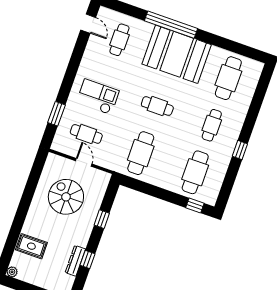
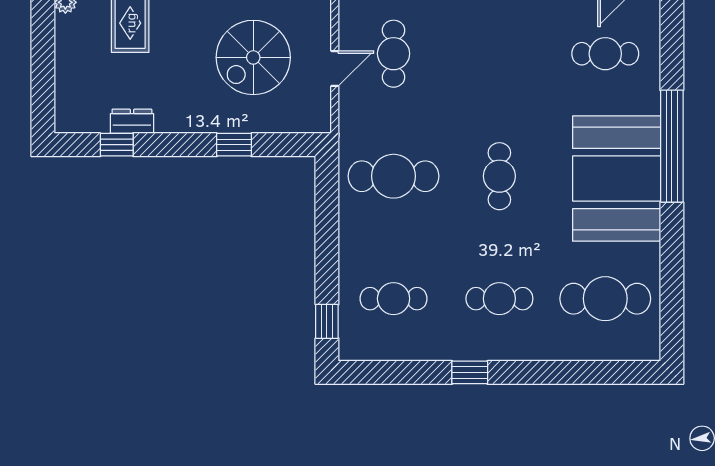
checkout: (98, 97) -> (476, 51), removed
cafe table: (195, 172) -> (394, 299), width x0.73, depth x0.74
spiral stairs: (66, 197) -> (253, 57), turned 180
window: (88, 259) -> (117, 145), moved
dresser: (75, 261) -> (132, 121), width x0.70

